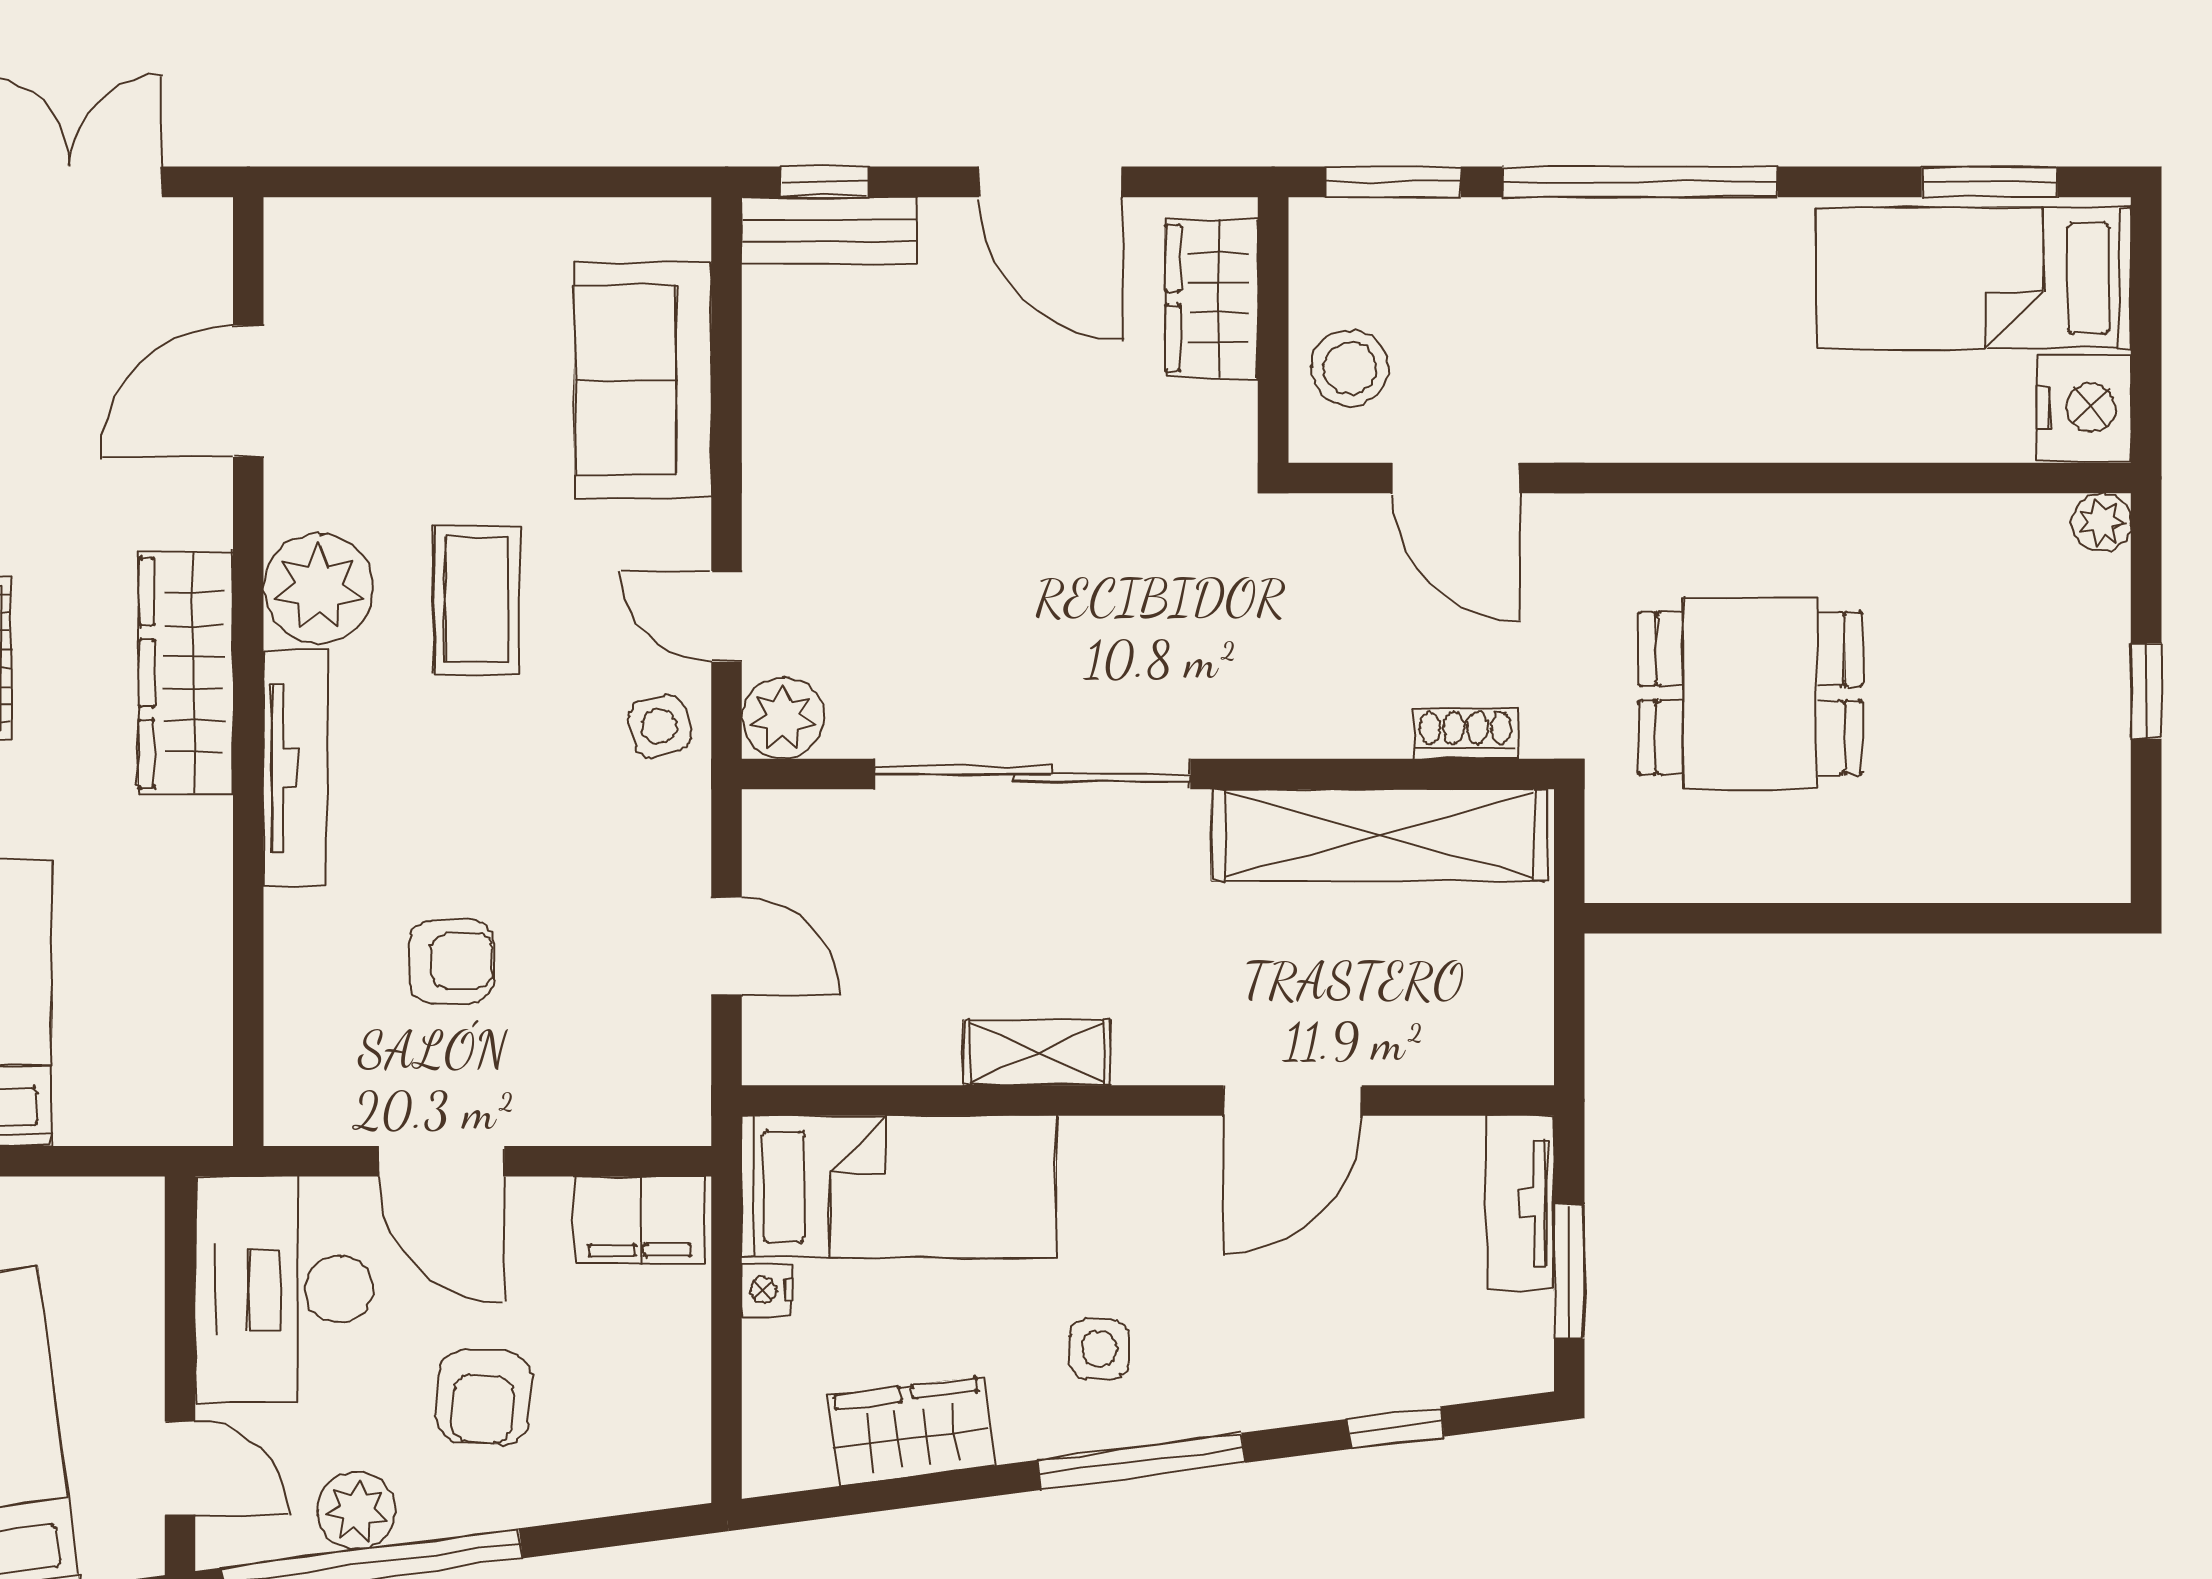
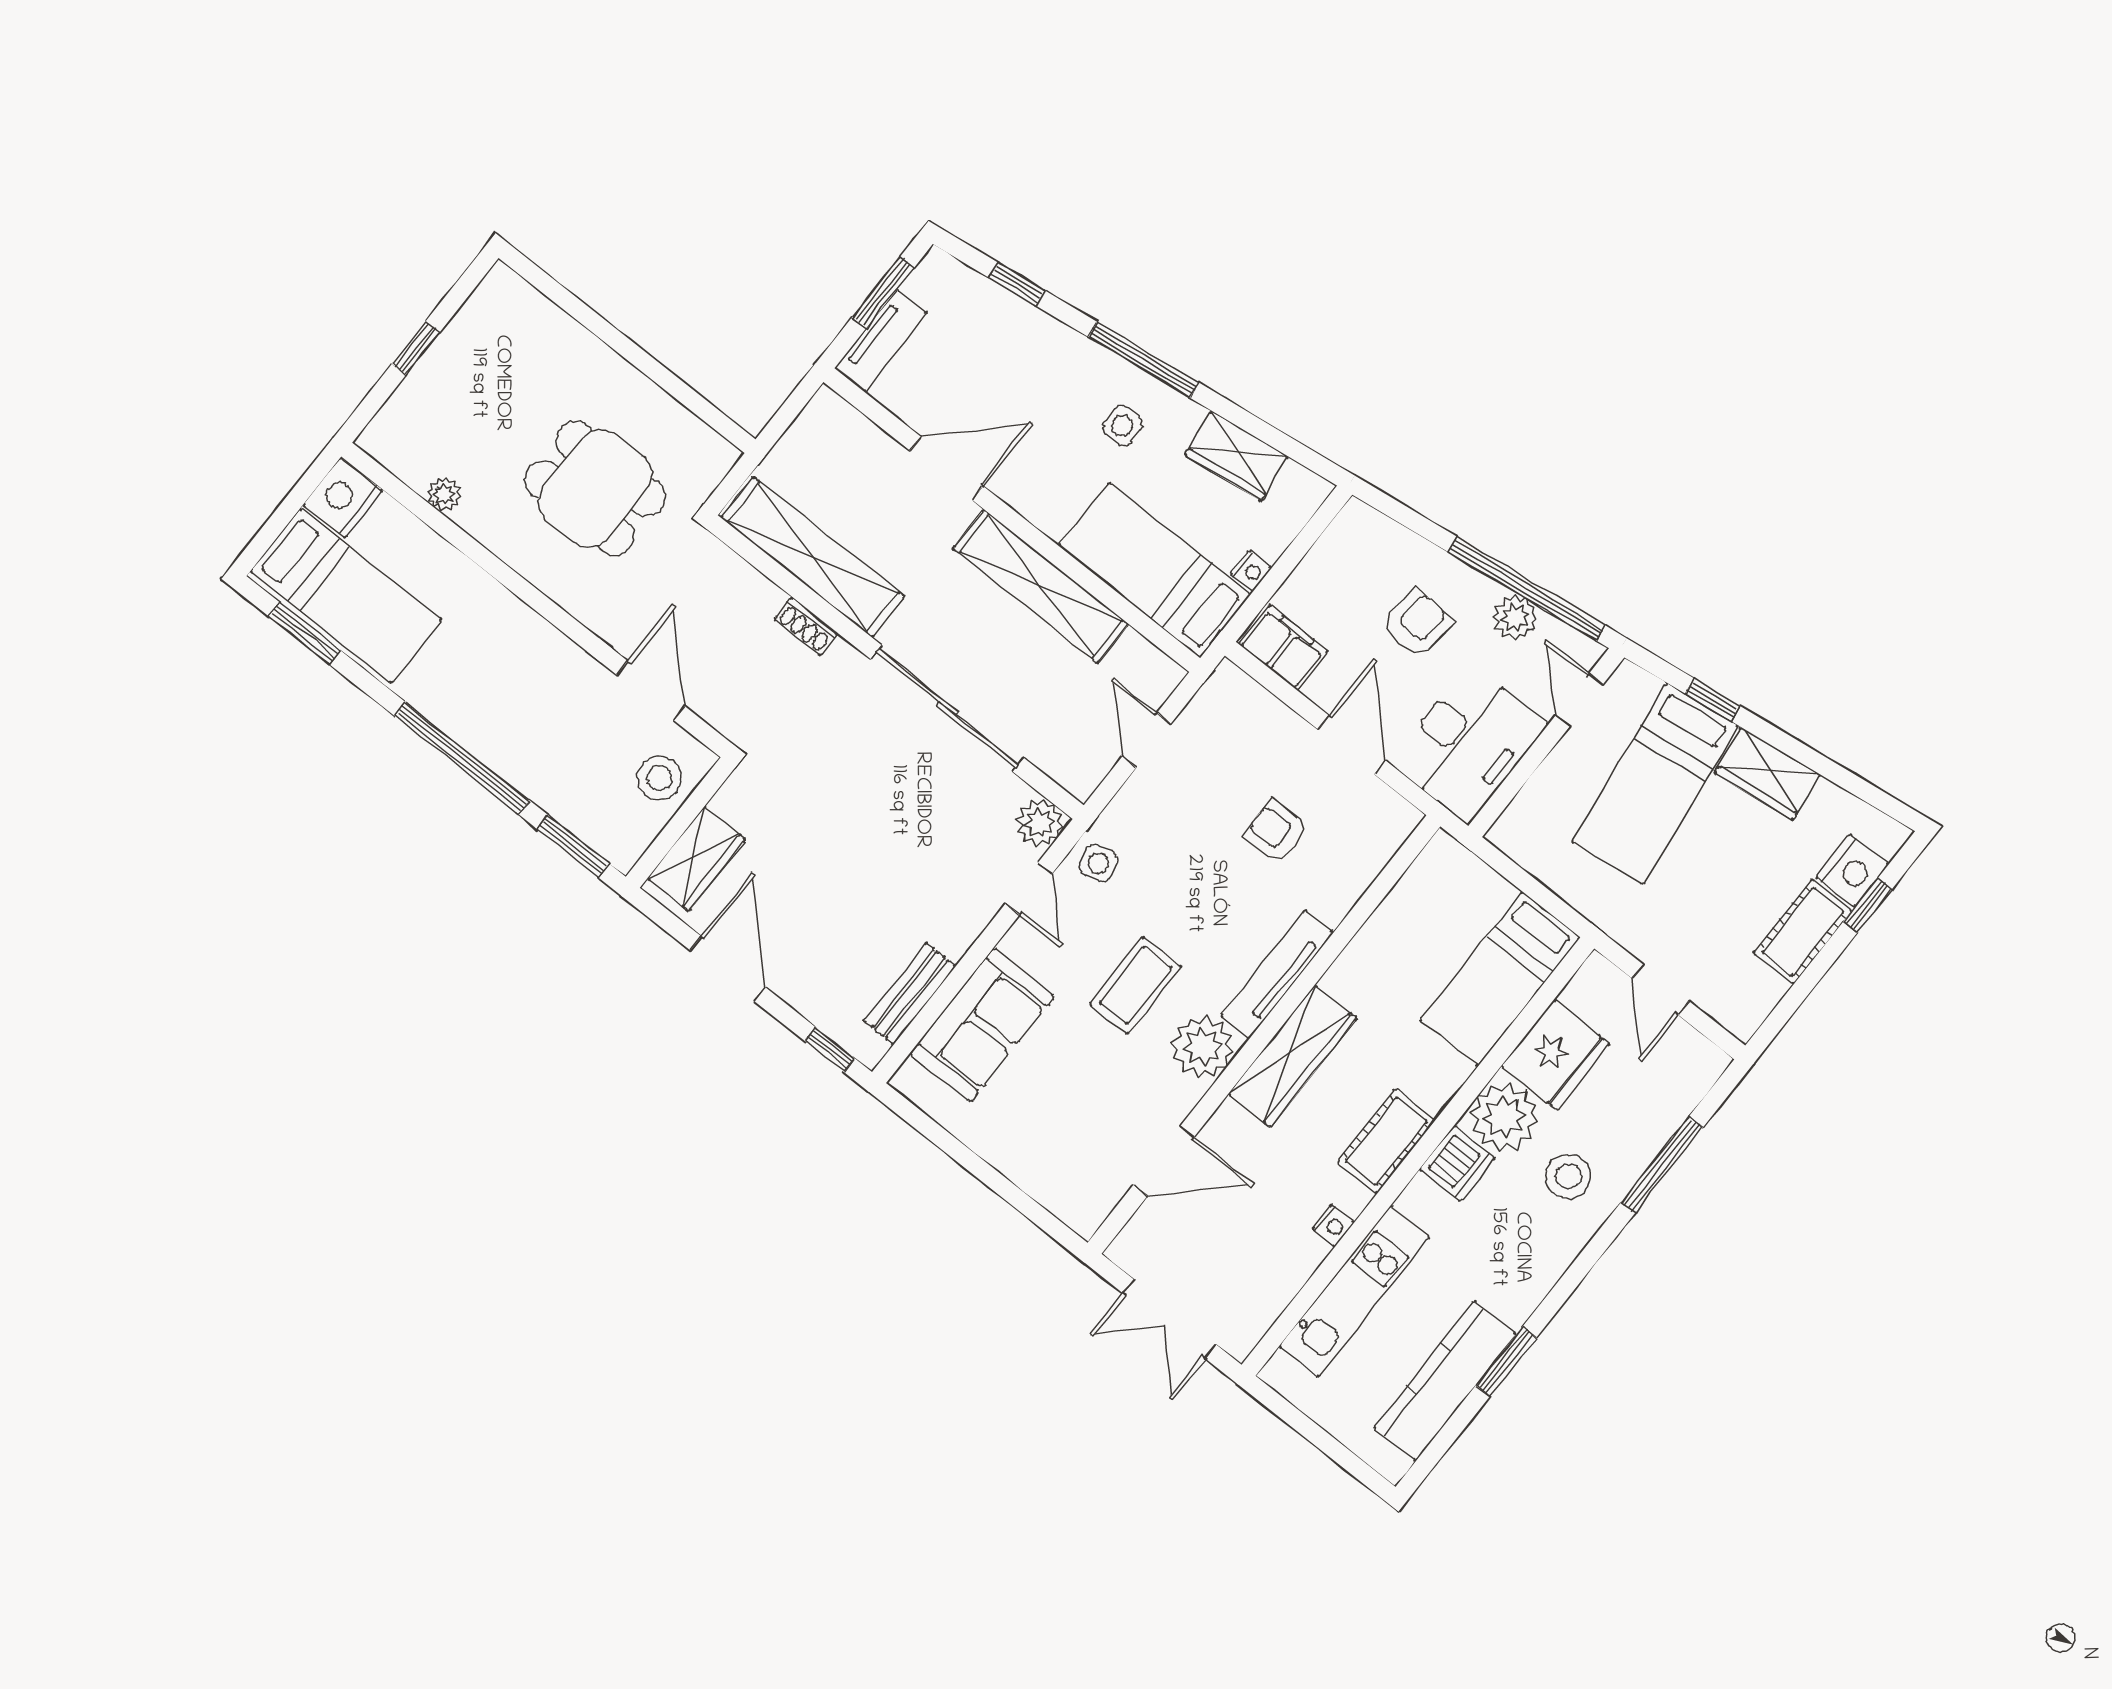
bench: (829, 230) -> (910, 994), moved, turned 90
plant: (2102, 522) -> (444, 494), moved
shoe rack: (1465, 734) -> (806, 626), moved
shelving: (1037, 1052) -> (1041, 586), width x2.20, depth x1.33

